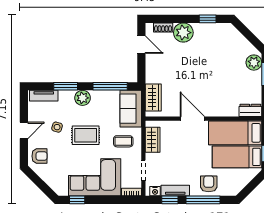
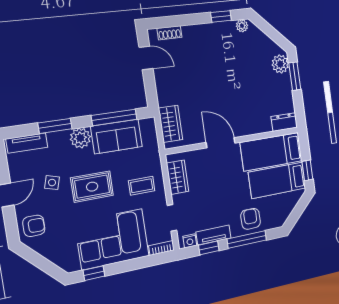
plant: (183, 33) -> (242, 26), moved, width x0.53, depth x0.53
sofa: (131, 109) -> (117, 136), moved, turned -90

